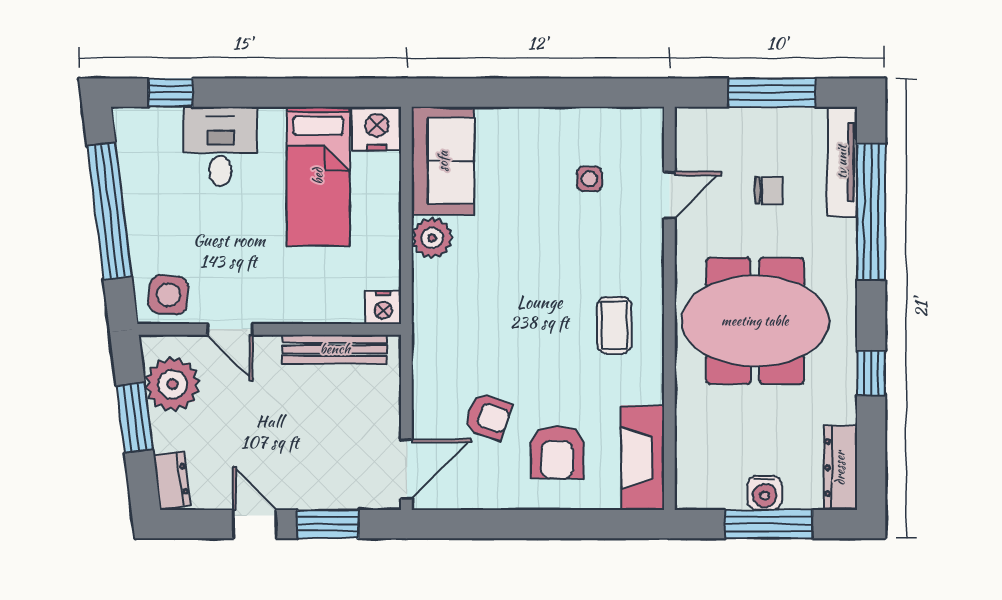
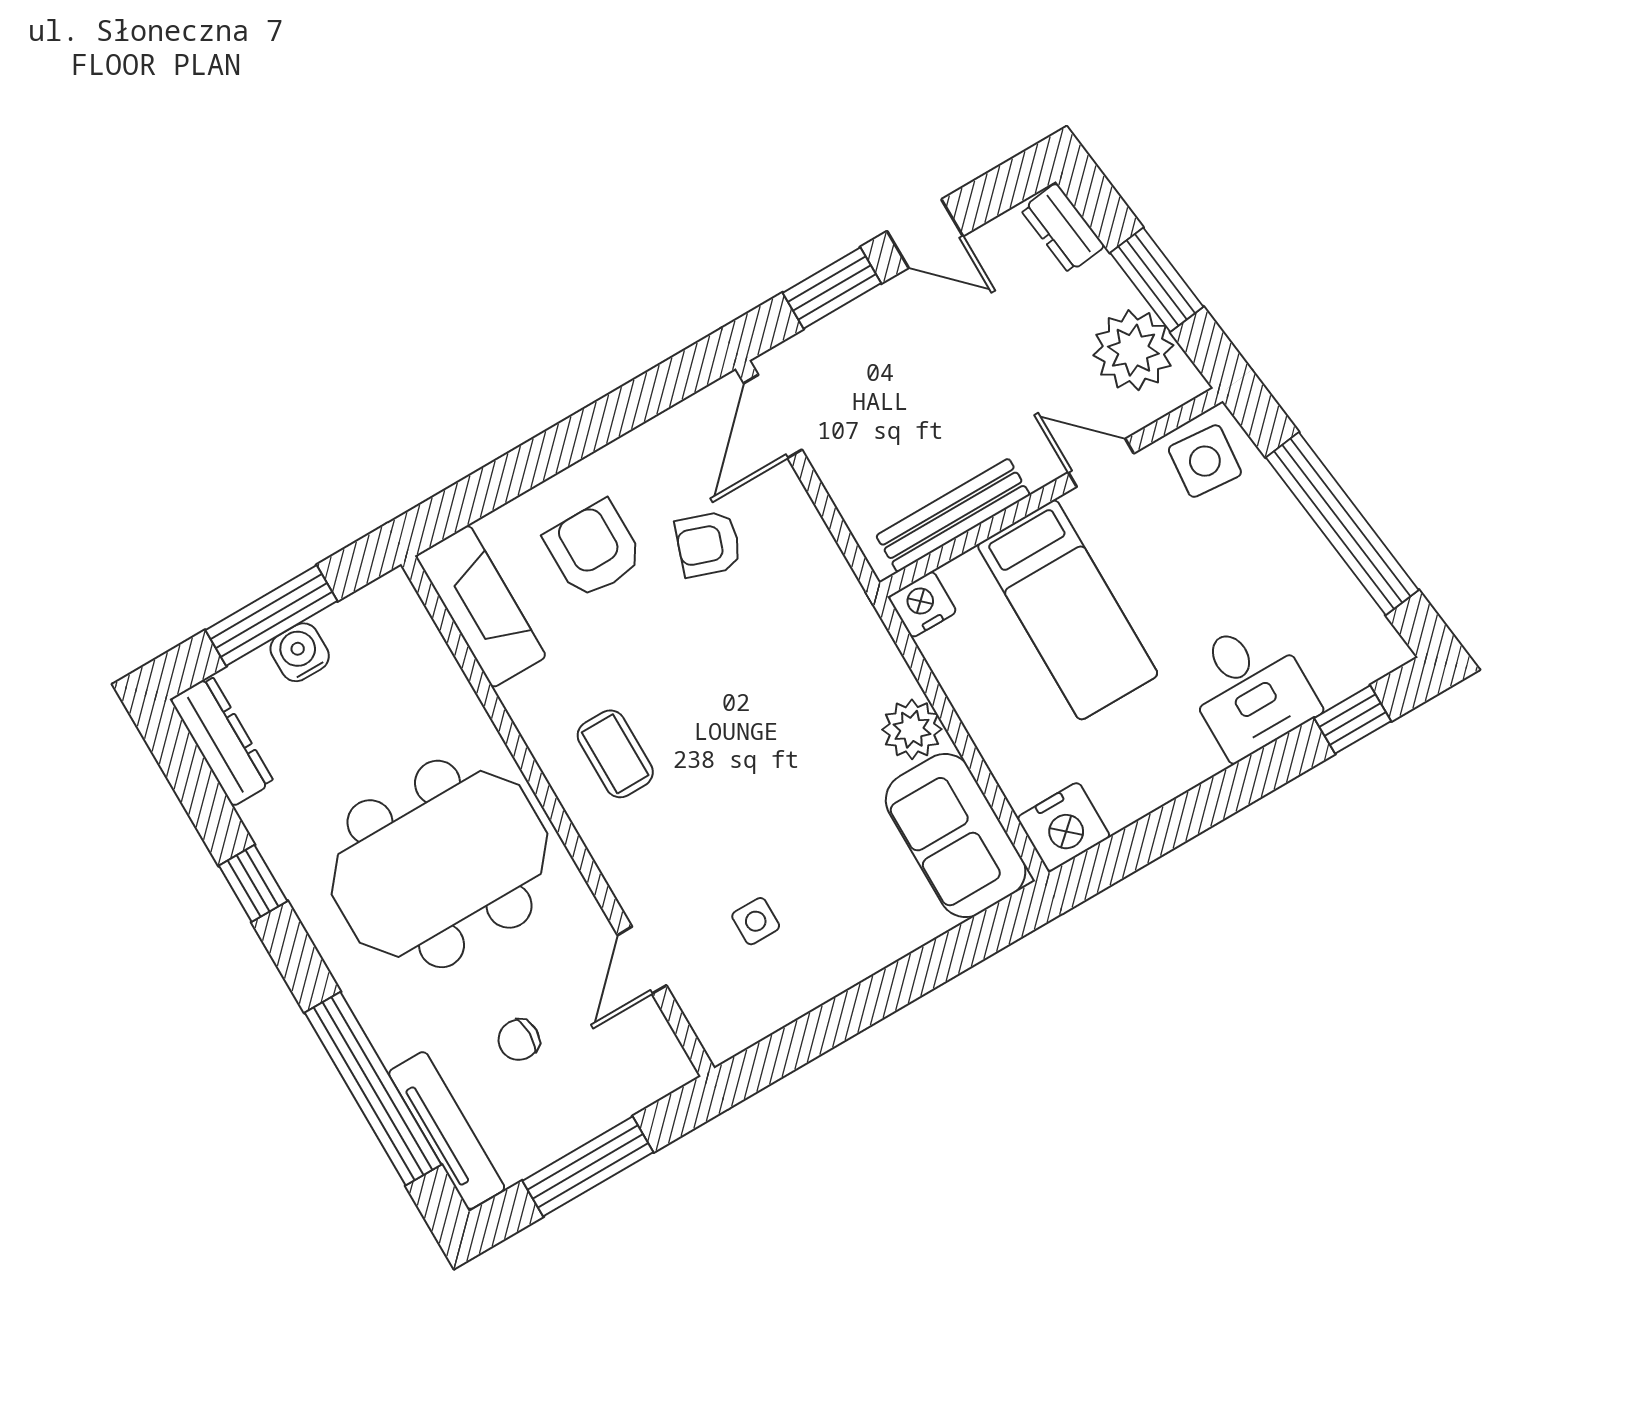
bed: (318, 176) -> (1068, 610), moved, turned 180

